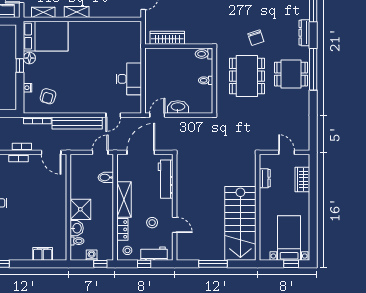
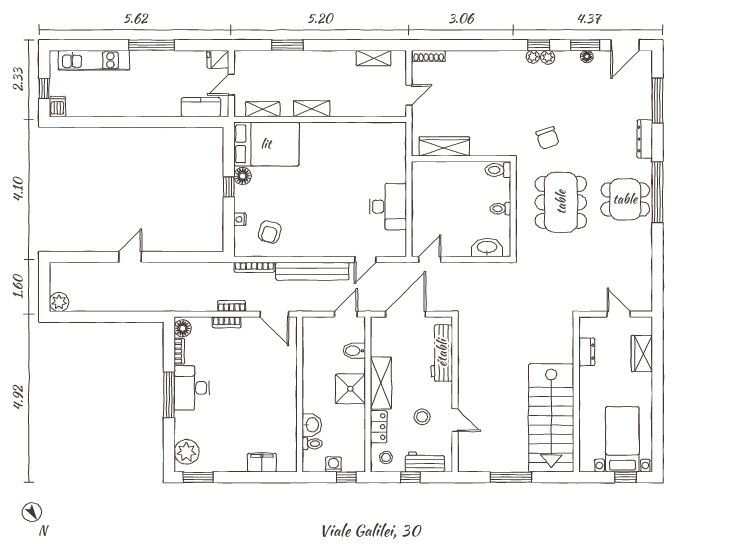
chair: (256, 38) -> (547, 138), moved
washbasin: (178, 107) -> (487, 248), moved
shower: (80, 209) -> (350, 389), moved

